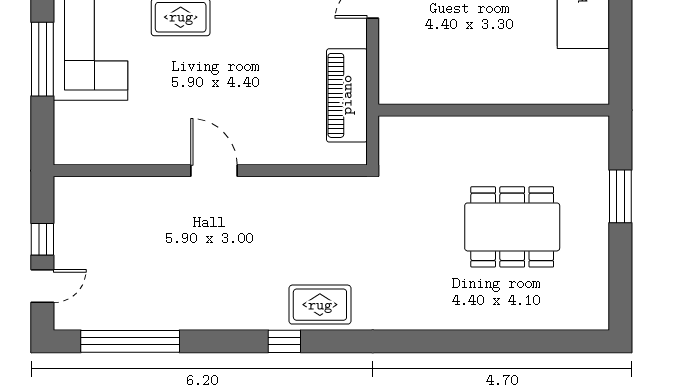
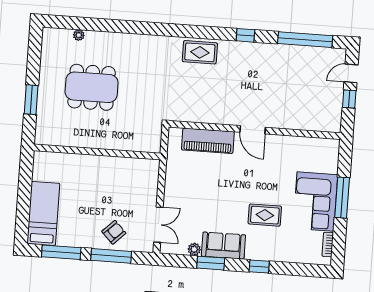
piano: (347, 95) -> (208, 141), moved, turned 90
plant: (542, 320) -> (79, 35), added
window: (284, 341) -> (245, 35), moved

